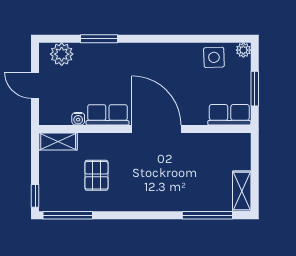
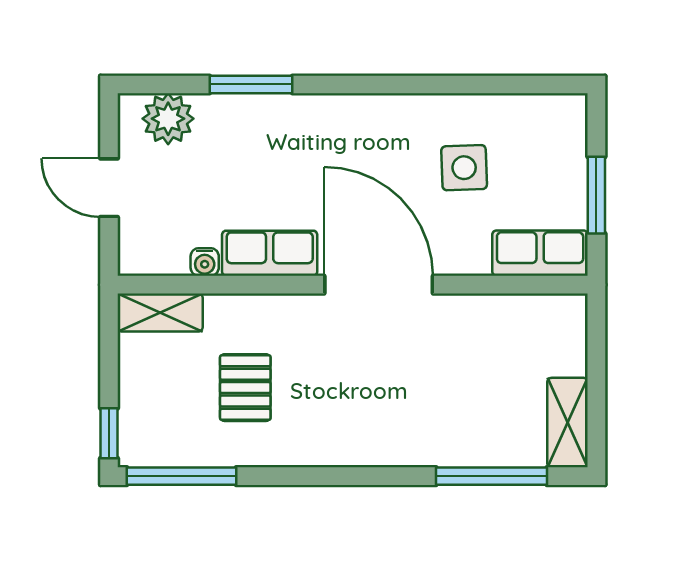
plant: (243, 50) -> (571, 110), removed
side table: (214, 57) -> (464, 168), moved

